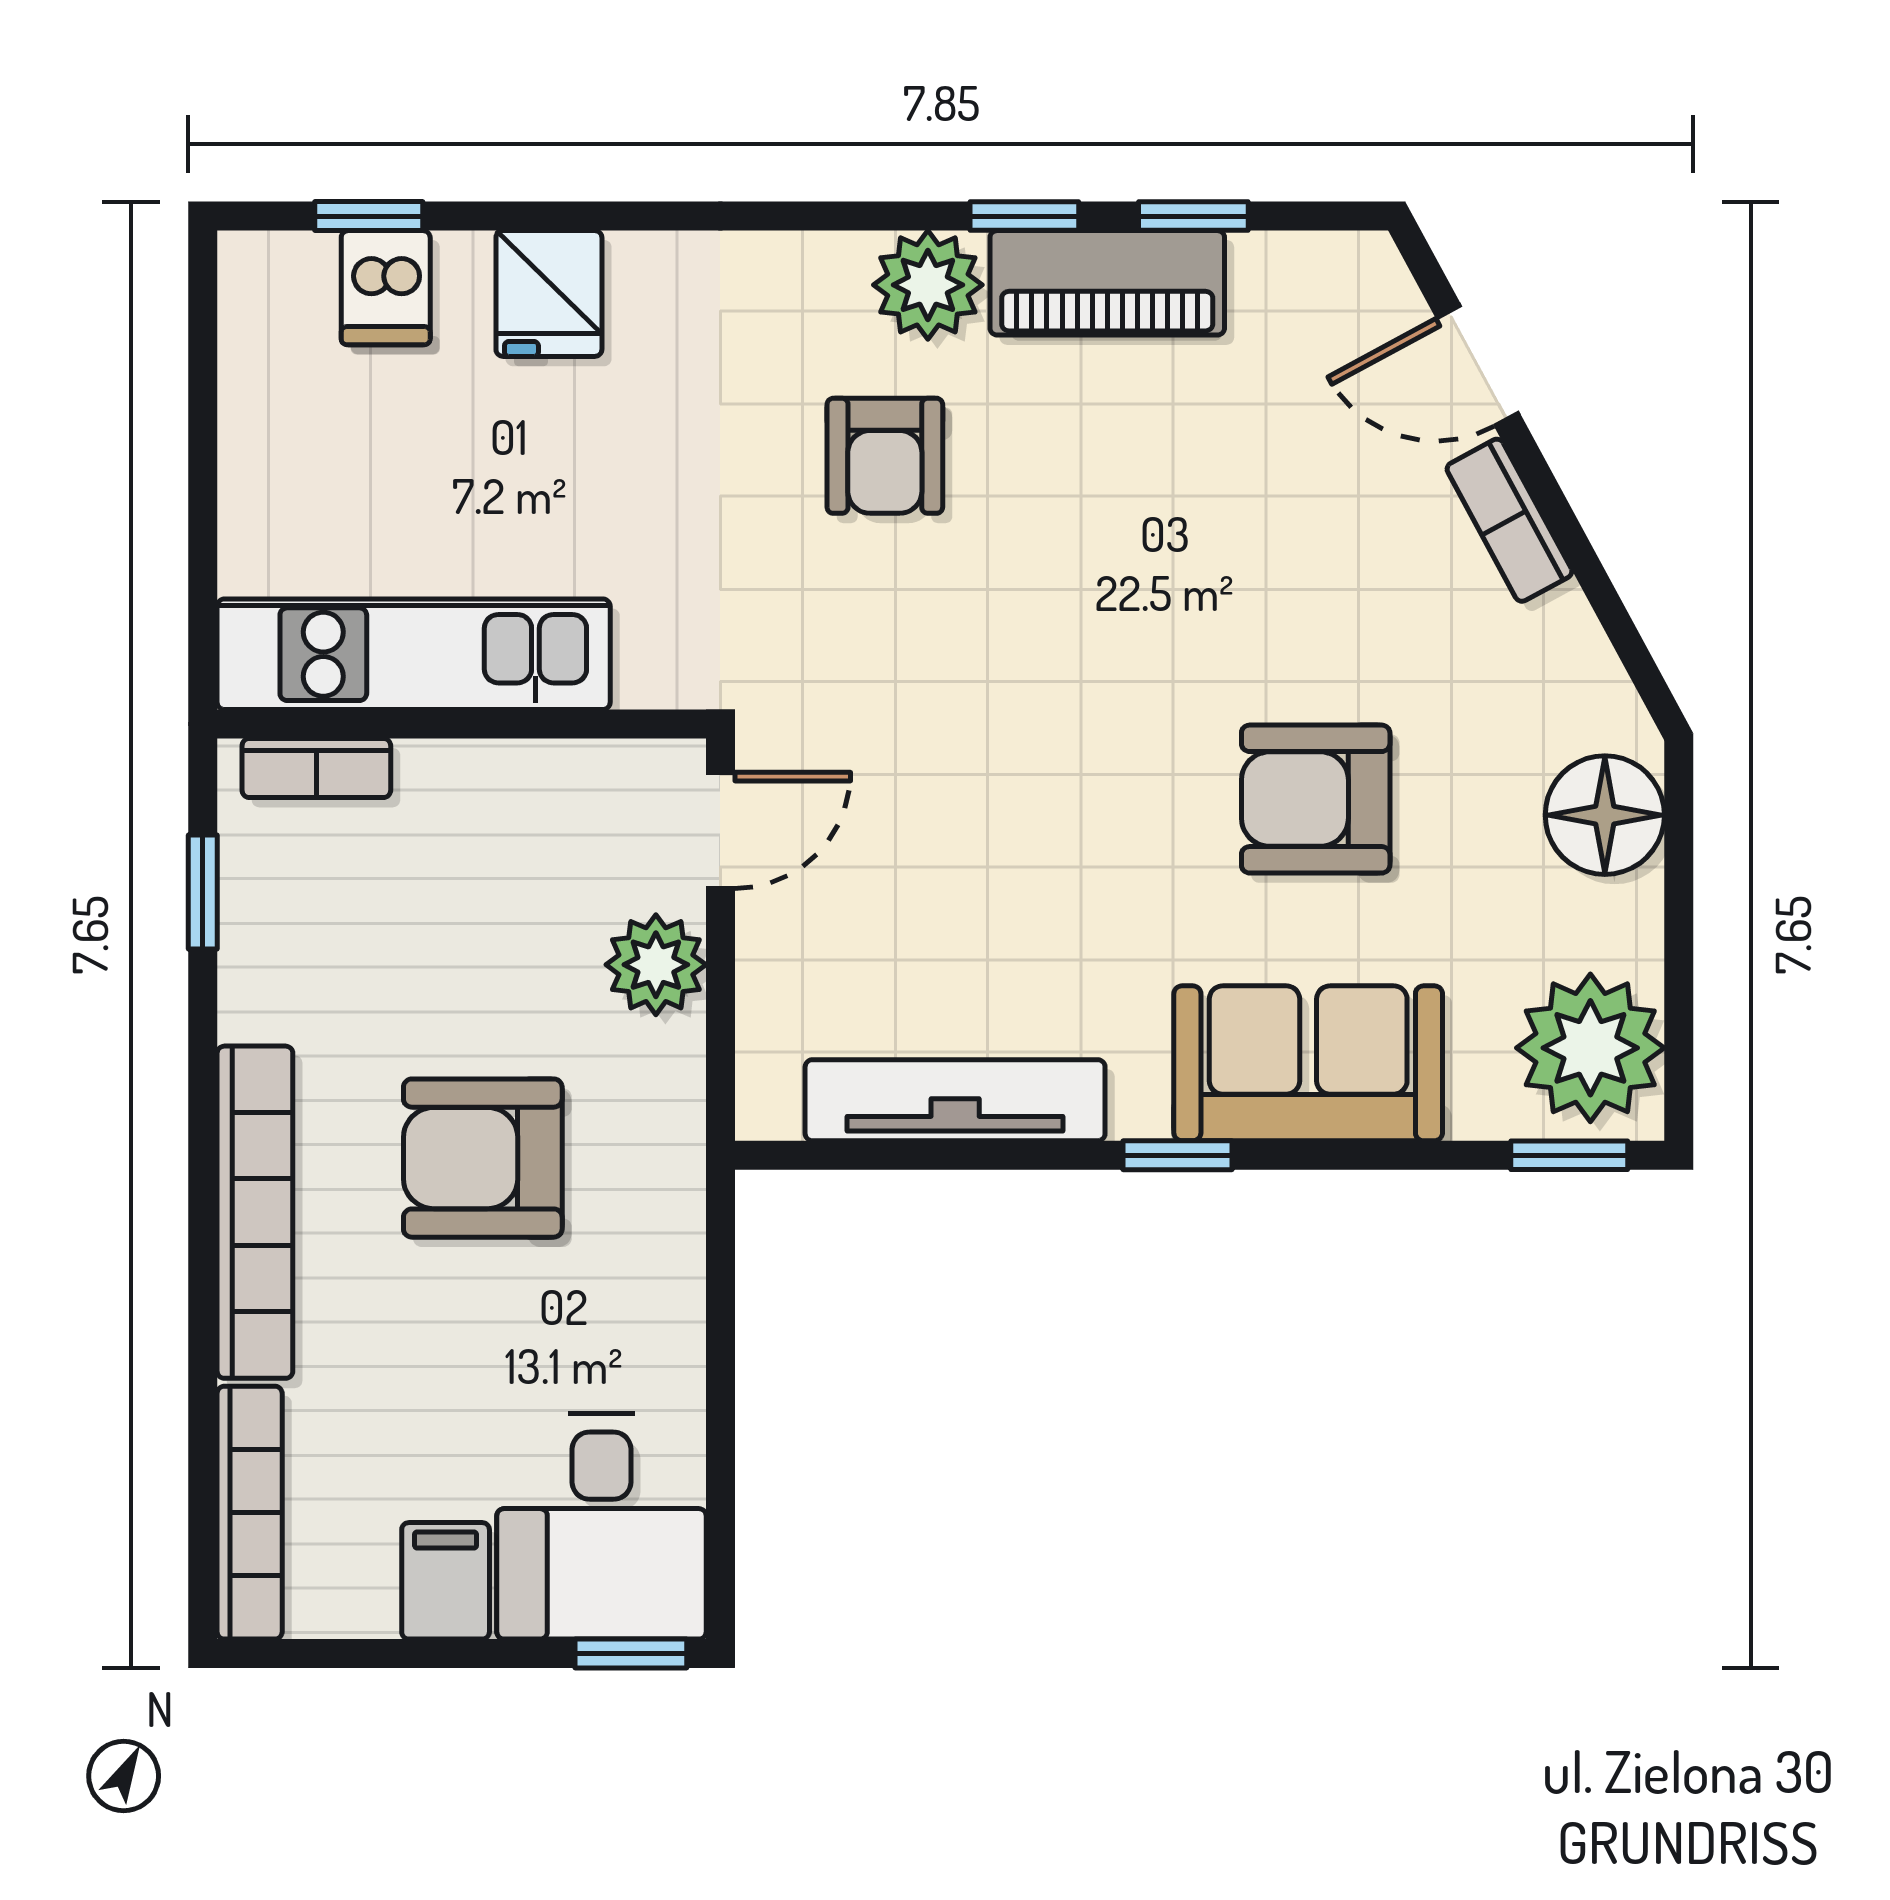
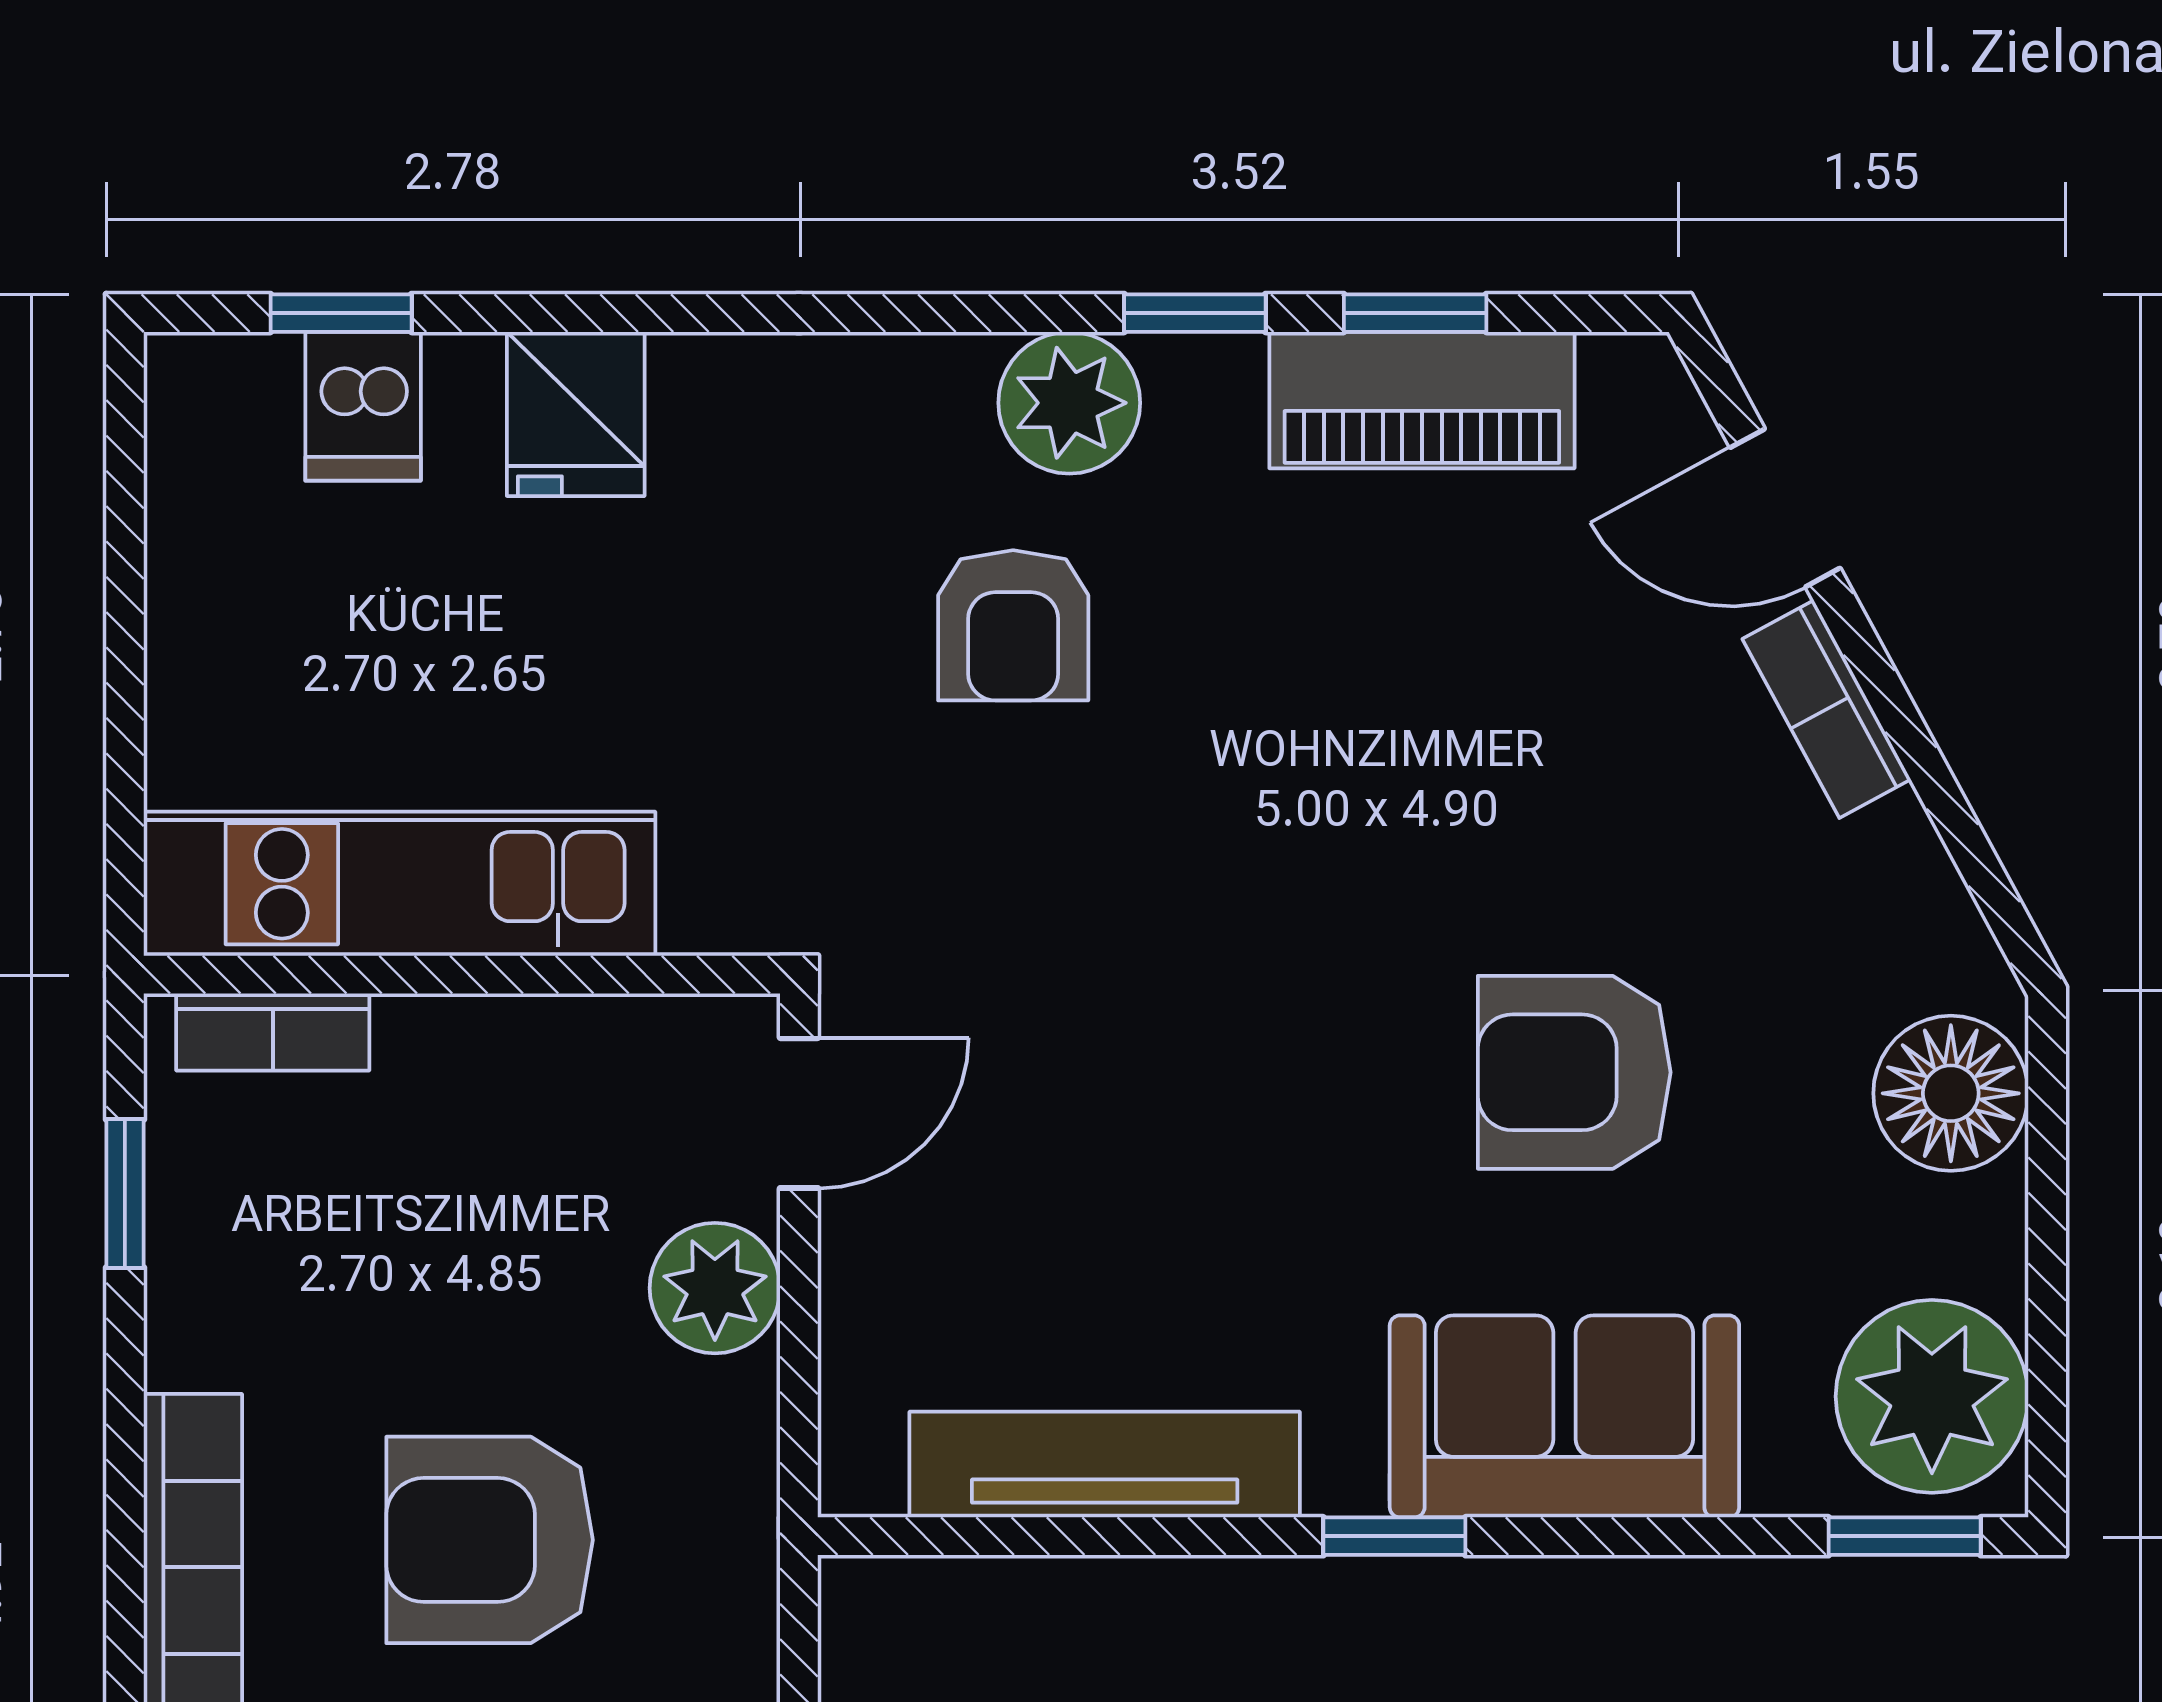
piano: (1107, 283) -> (1422, 400), moved

